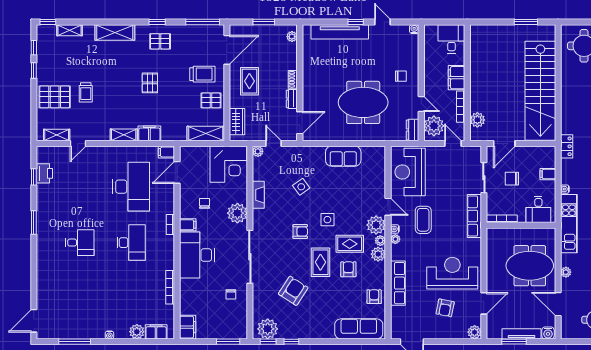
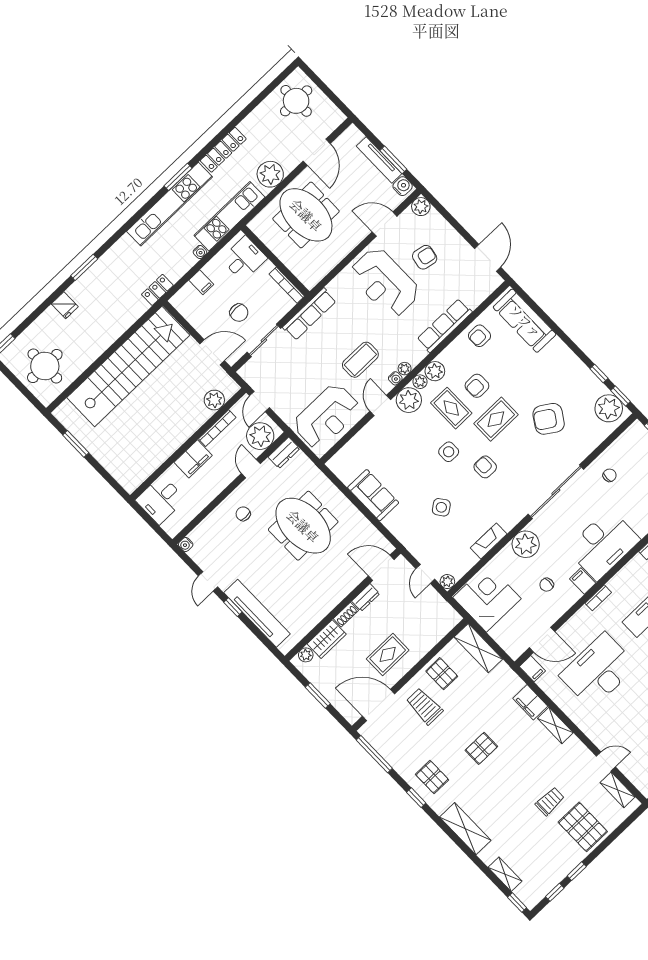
wardrobe: (237, 122) -> (327, 639), moved, turned 180
plant: (566, 272) -> (270, 174), width x1.87, depth x1.87
water cooler: (548, 333) -> (403, 186), moved

